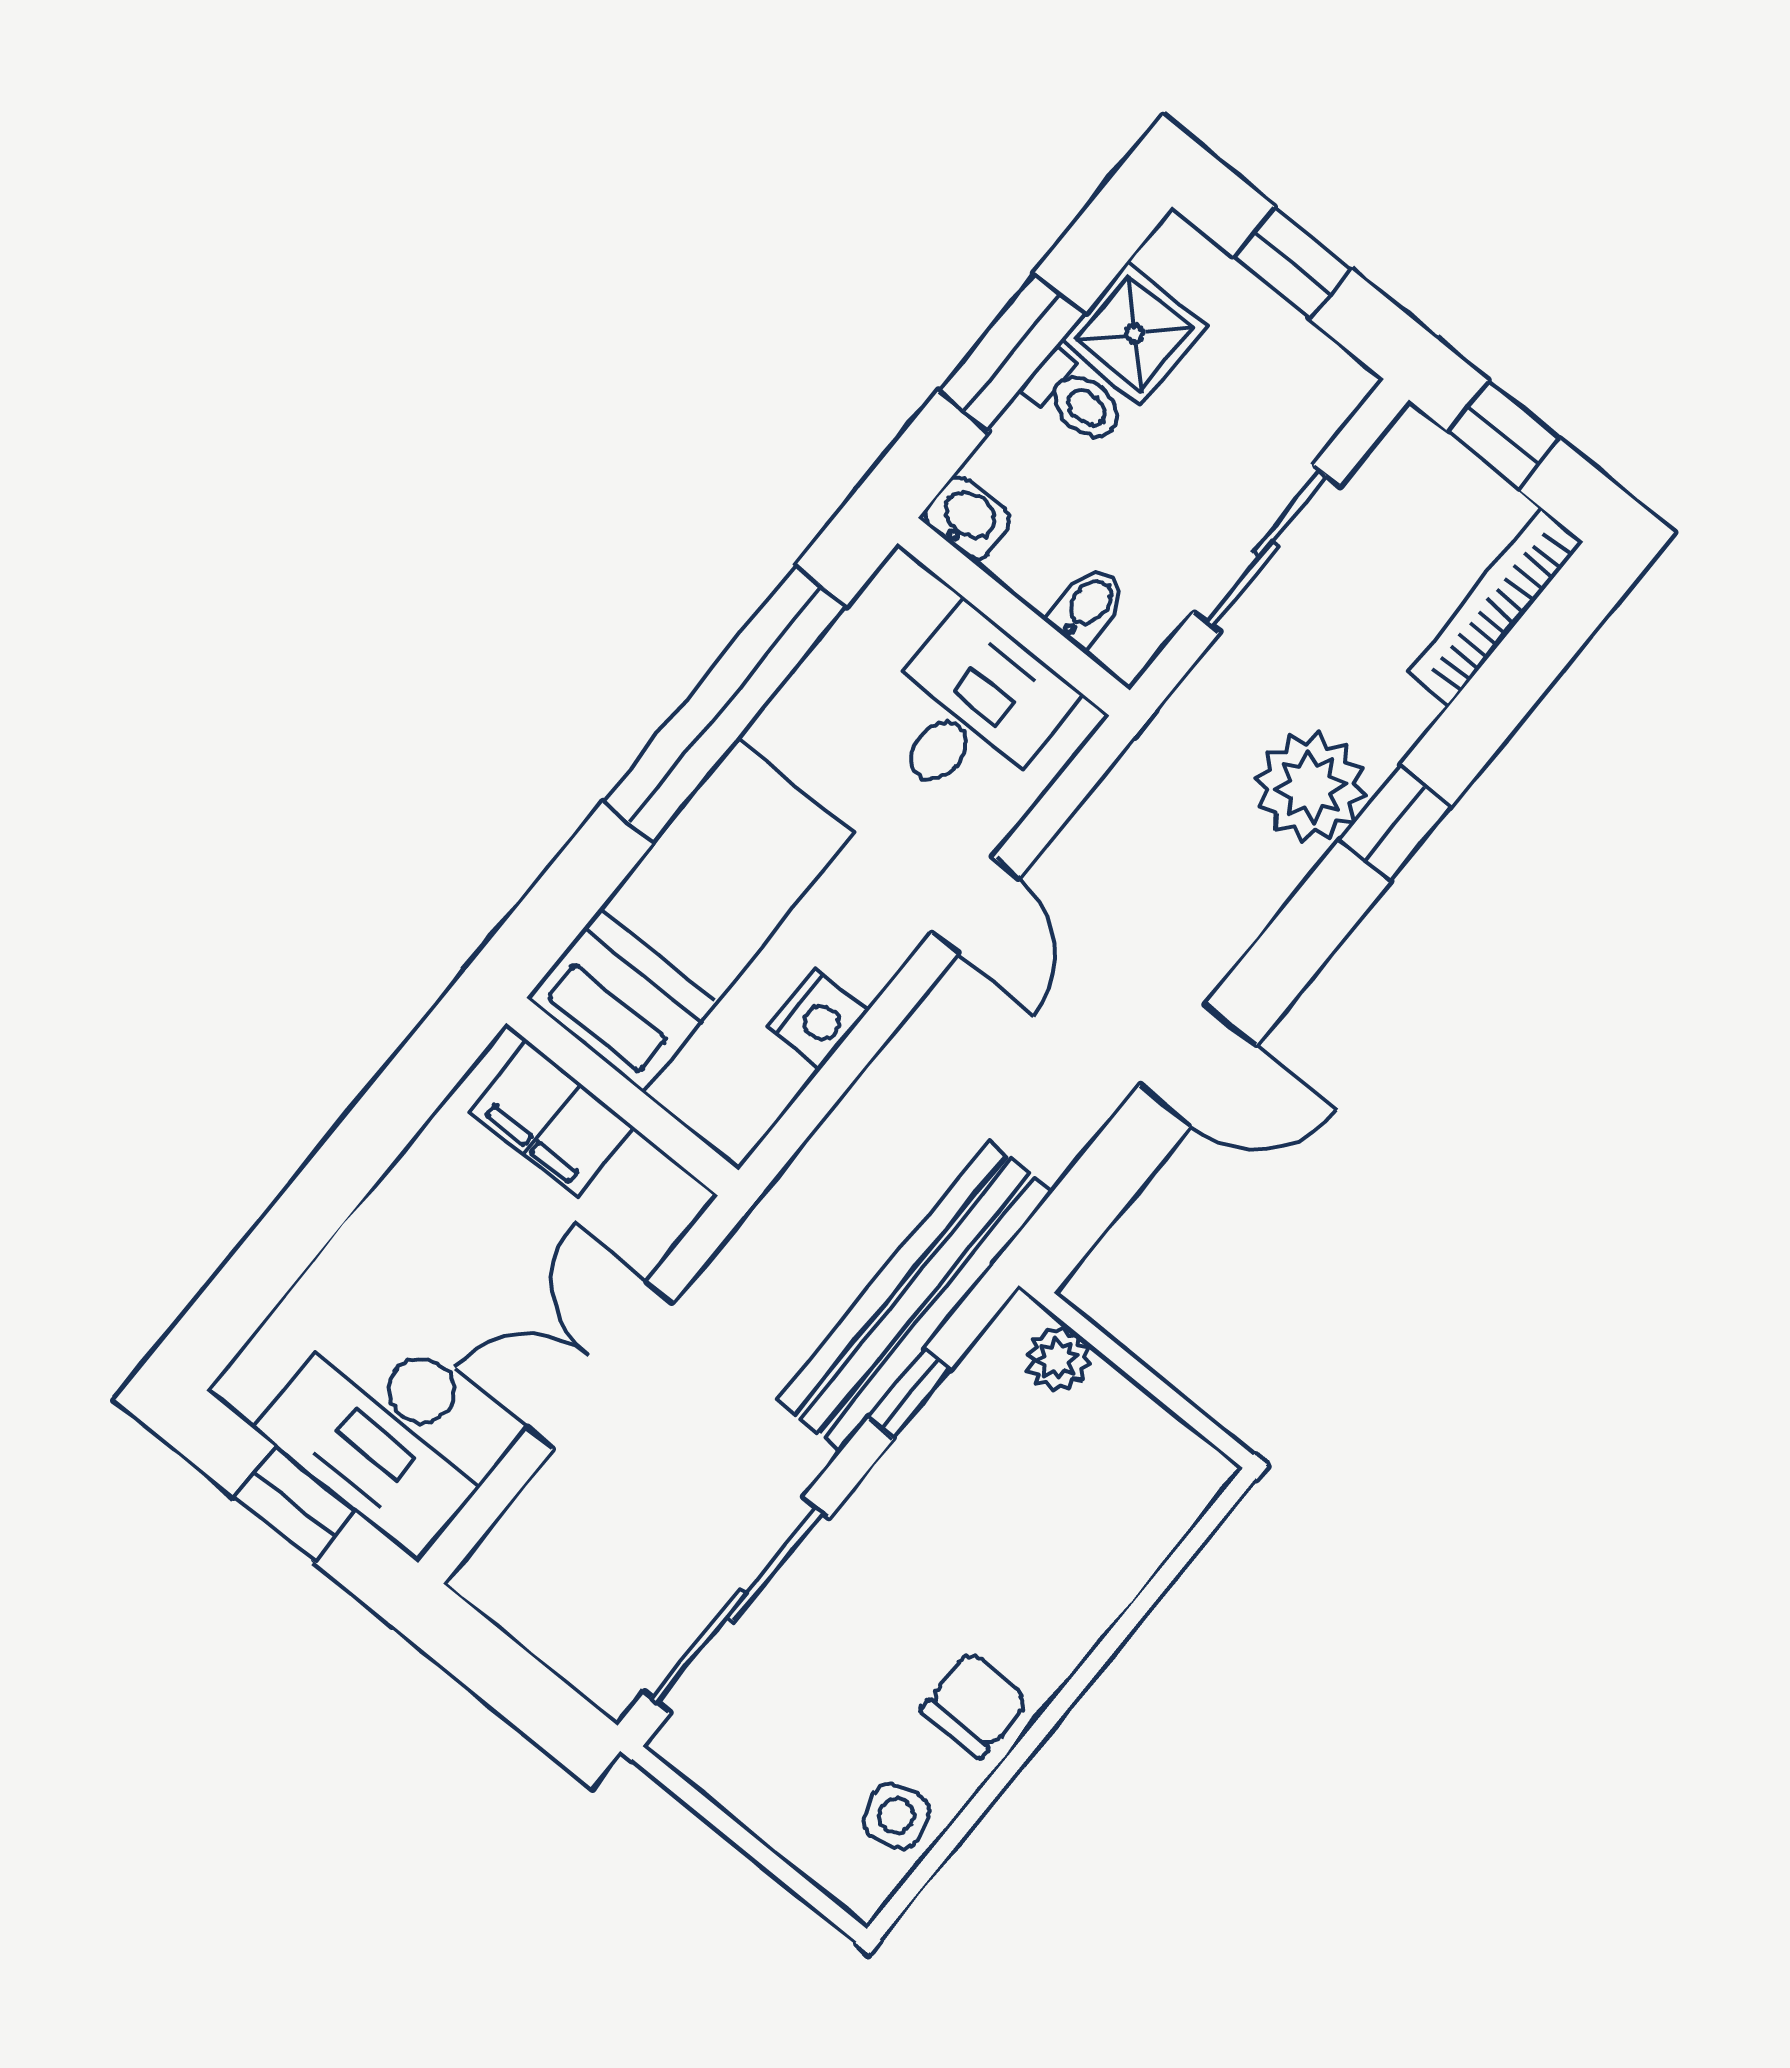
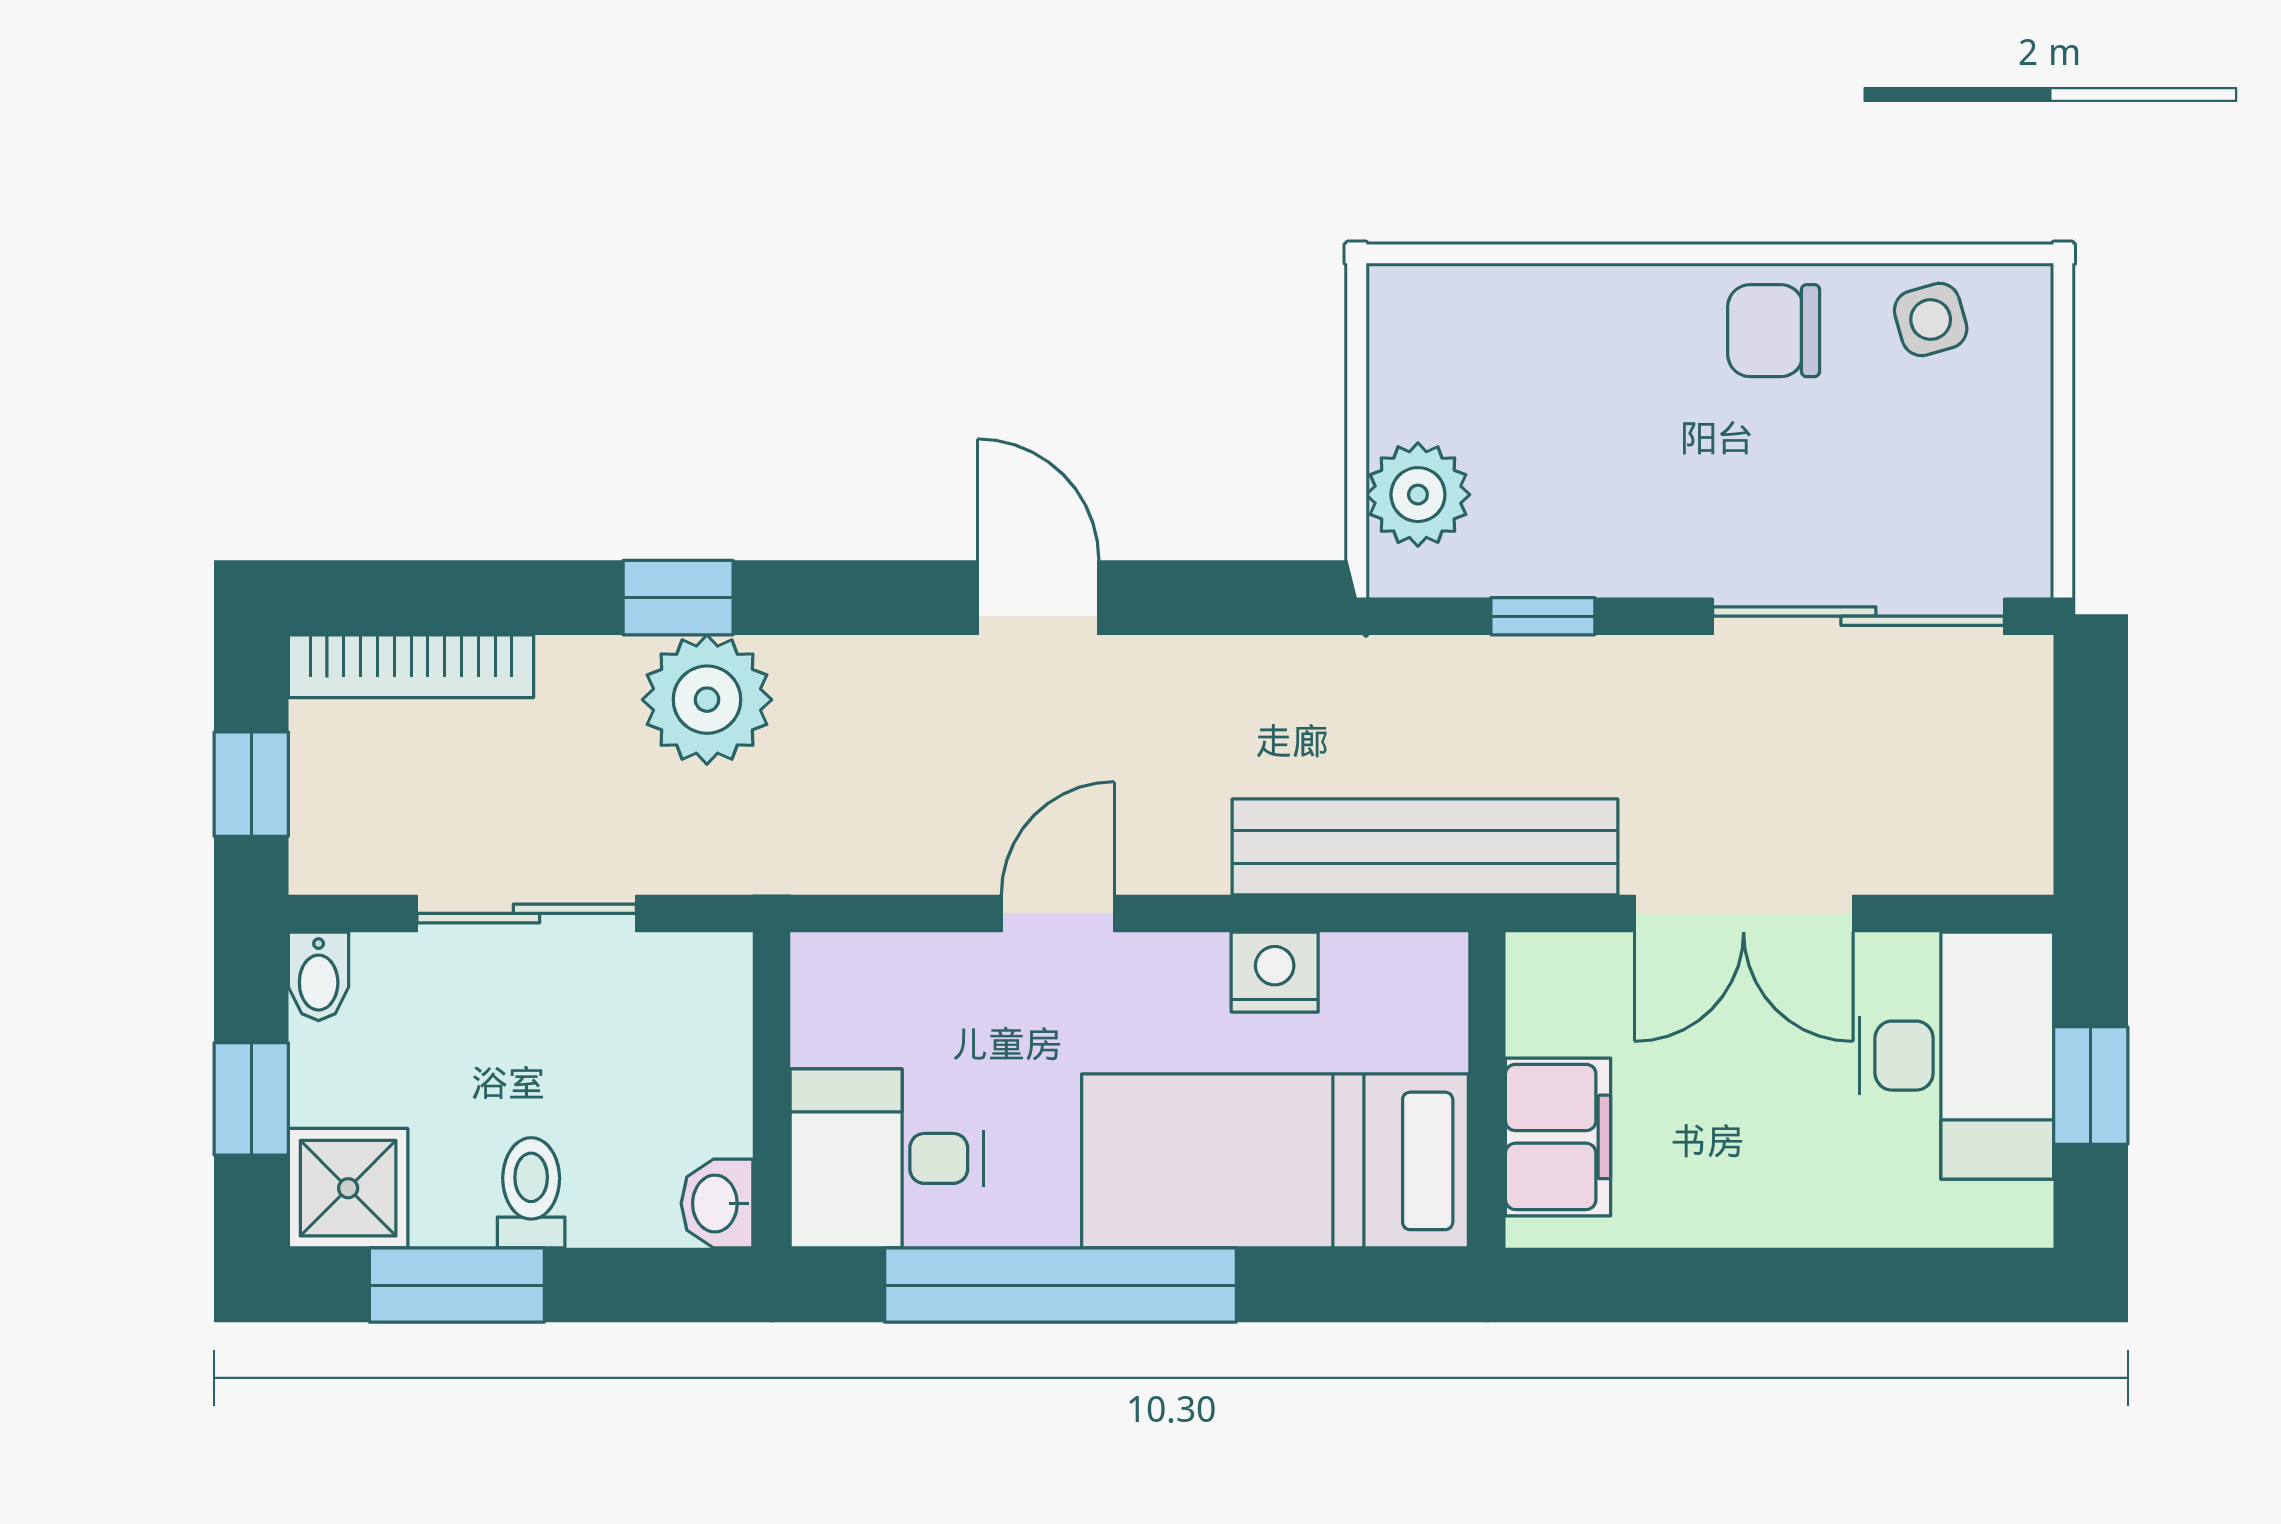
shower: (1135, 334) -> (348, 1188), moved
window: (1011, 352) -> (457, 1285), moved
bidet: (1088, 607) -> (319, 976), moved, turned -90
desk: (971, 711) -> (887, 1158), moved
bench: (915, 1296) -> (1425, 847), moved
plant: (1058, 1359) -> (1418, 495), width x1.38, depth x1.38

